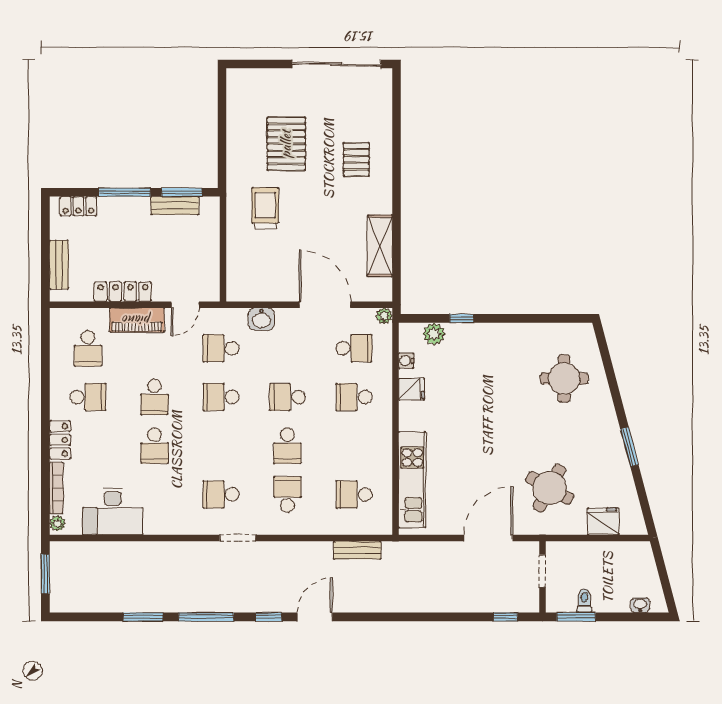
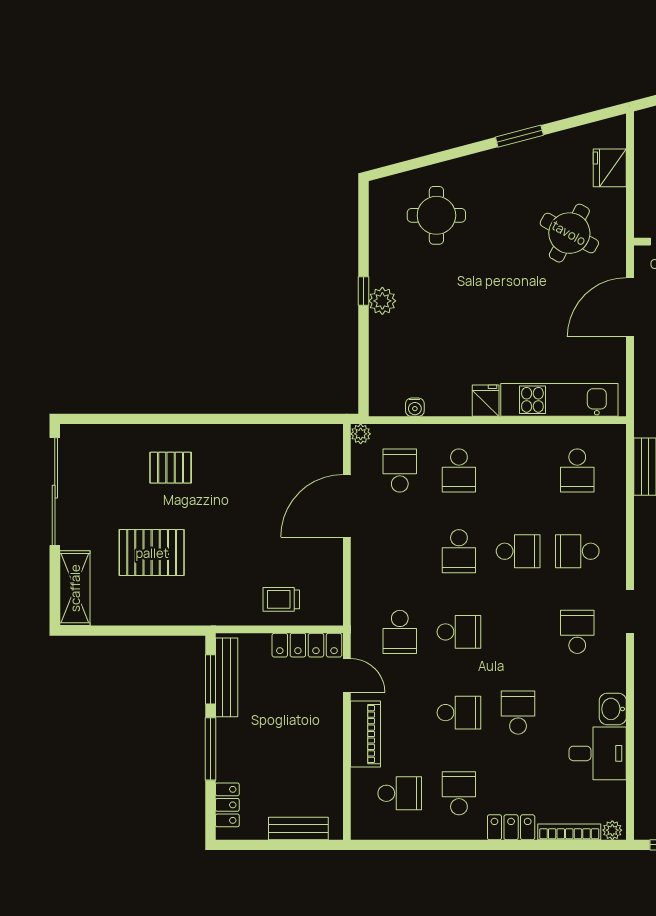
bench: (175, 206) -> (227, 677), width x1.36
trolley: (265, 208) -> (281, 599), moved, width x0.73, depth x0.72
shelving: (380, 246) -> (75, 588), moved, turned 90
locker: (123, 292) -> (307, 645), moved, turned -90
window: (462, 318) -> (363, 291), moved
washbasin: (261, 319) -> (613, 709), moved, turned 180
plant: (434, 334) -> (382, 301), moved
fridge: (412, 389) -> (486, 401), moved
school desk: (221, 397) -> (459, 632), turned -90
school desk: (154, 446) -> (518, 713), turned -90
school desk: (221, 494) -> (577, 632), turned 180
desk: (113, 511) -> (598, 753), width x0.73
door: (488, 538) -> (630, 307), hinge flipped

